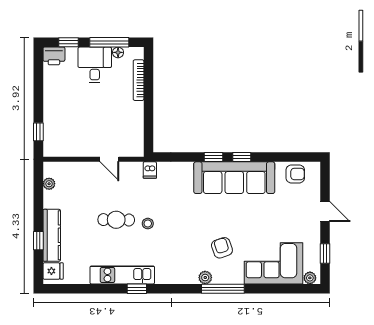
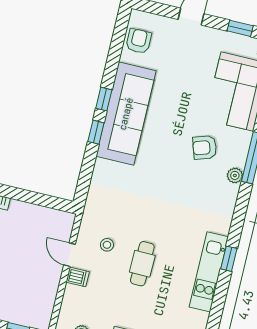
door: (109, 159) -> (70, 255), swing flipped
dishwasher: (150, 170) -> (78, 277), moved
stool: (148, 224) -> (107, 245), moved

